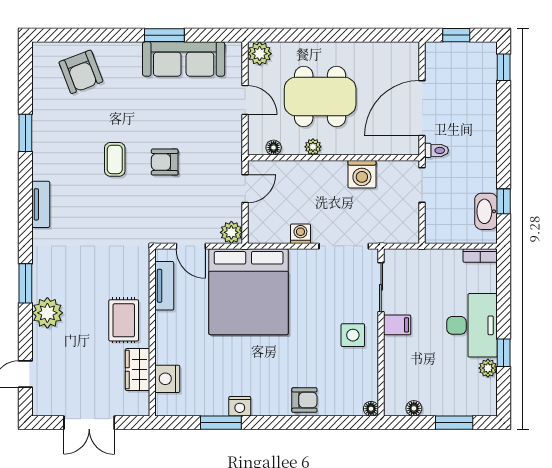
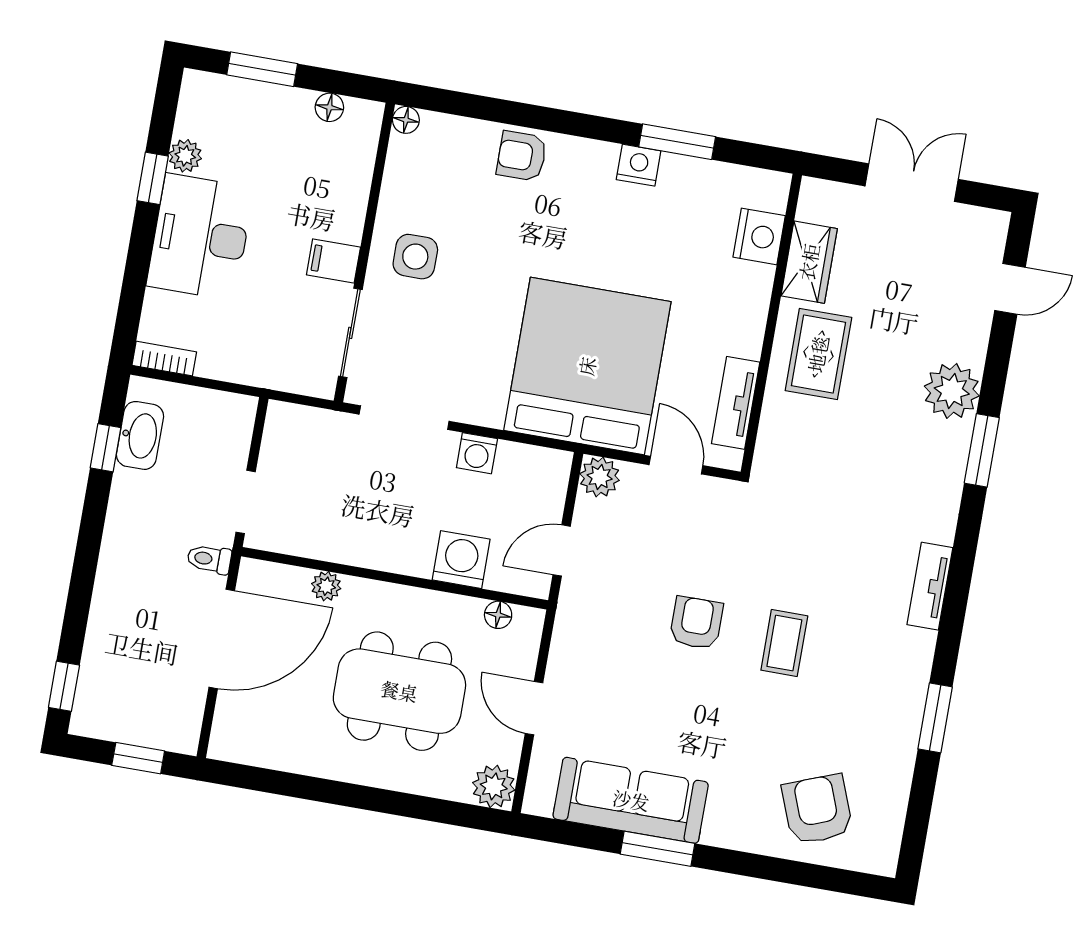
plant: (313, 147) -> (326, 586), moved
armchair: (165, 162) -> (696, 623), turned -90
washing machine: (362, 174) -> (461, 560), moved

